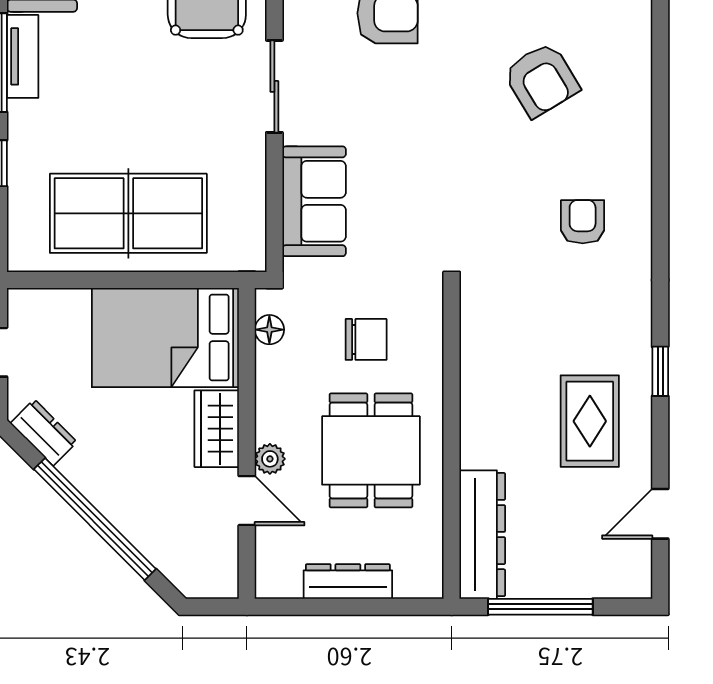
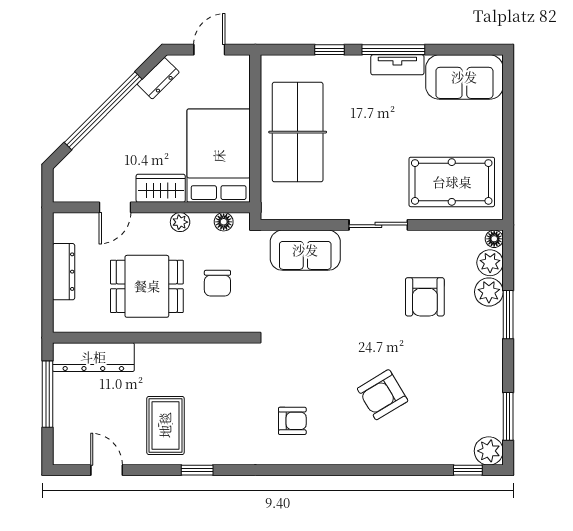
rug: (590, 421) -> (165, 425), turned 90
plant: (270, 459) -> (180, 222), moved

